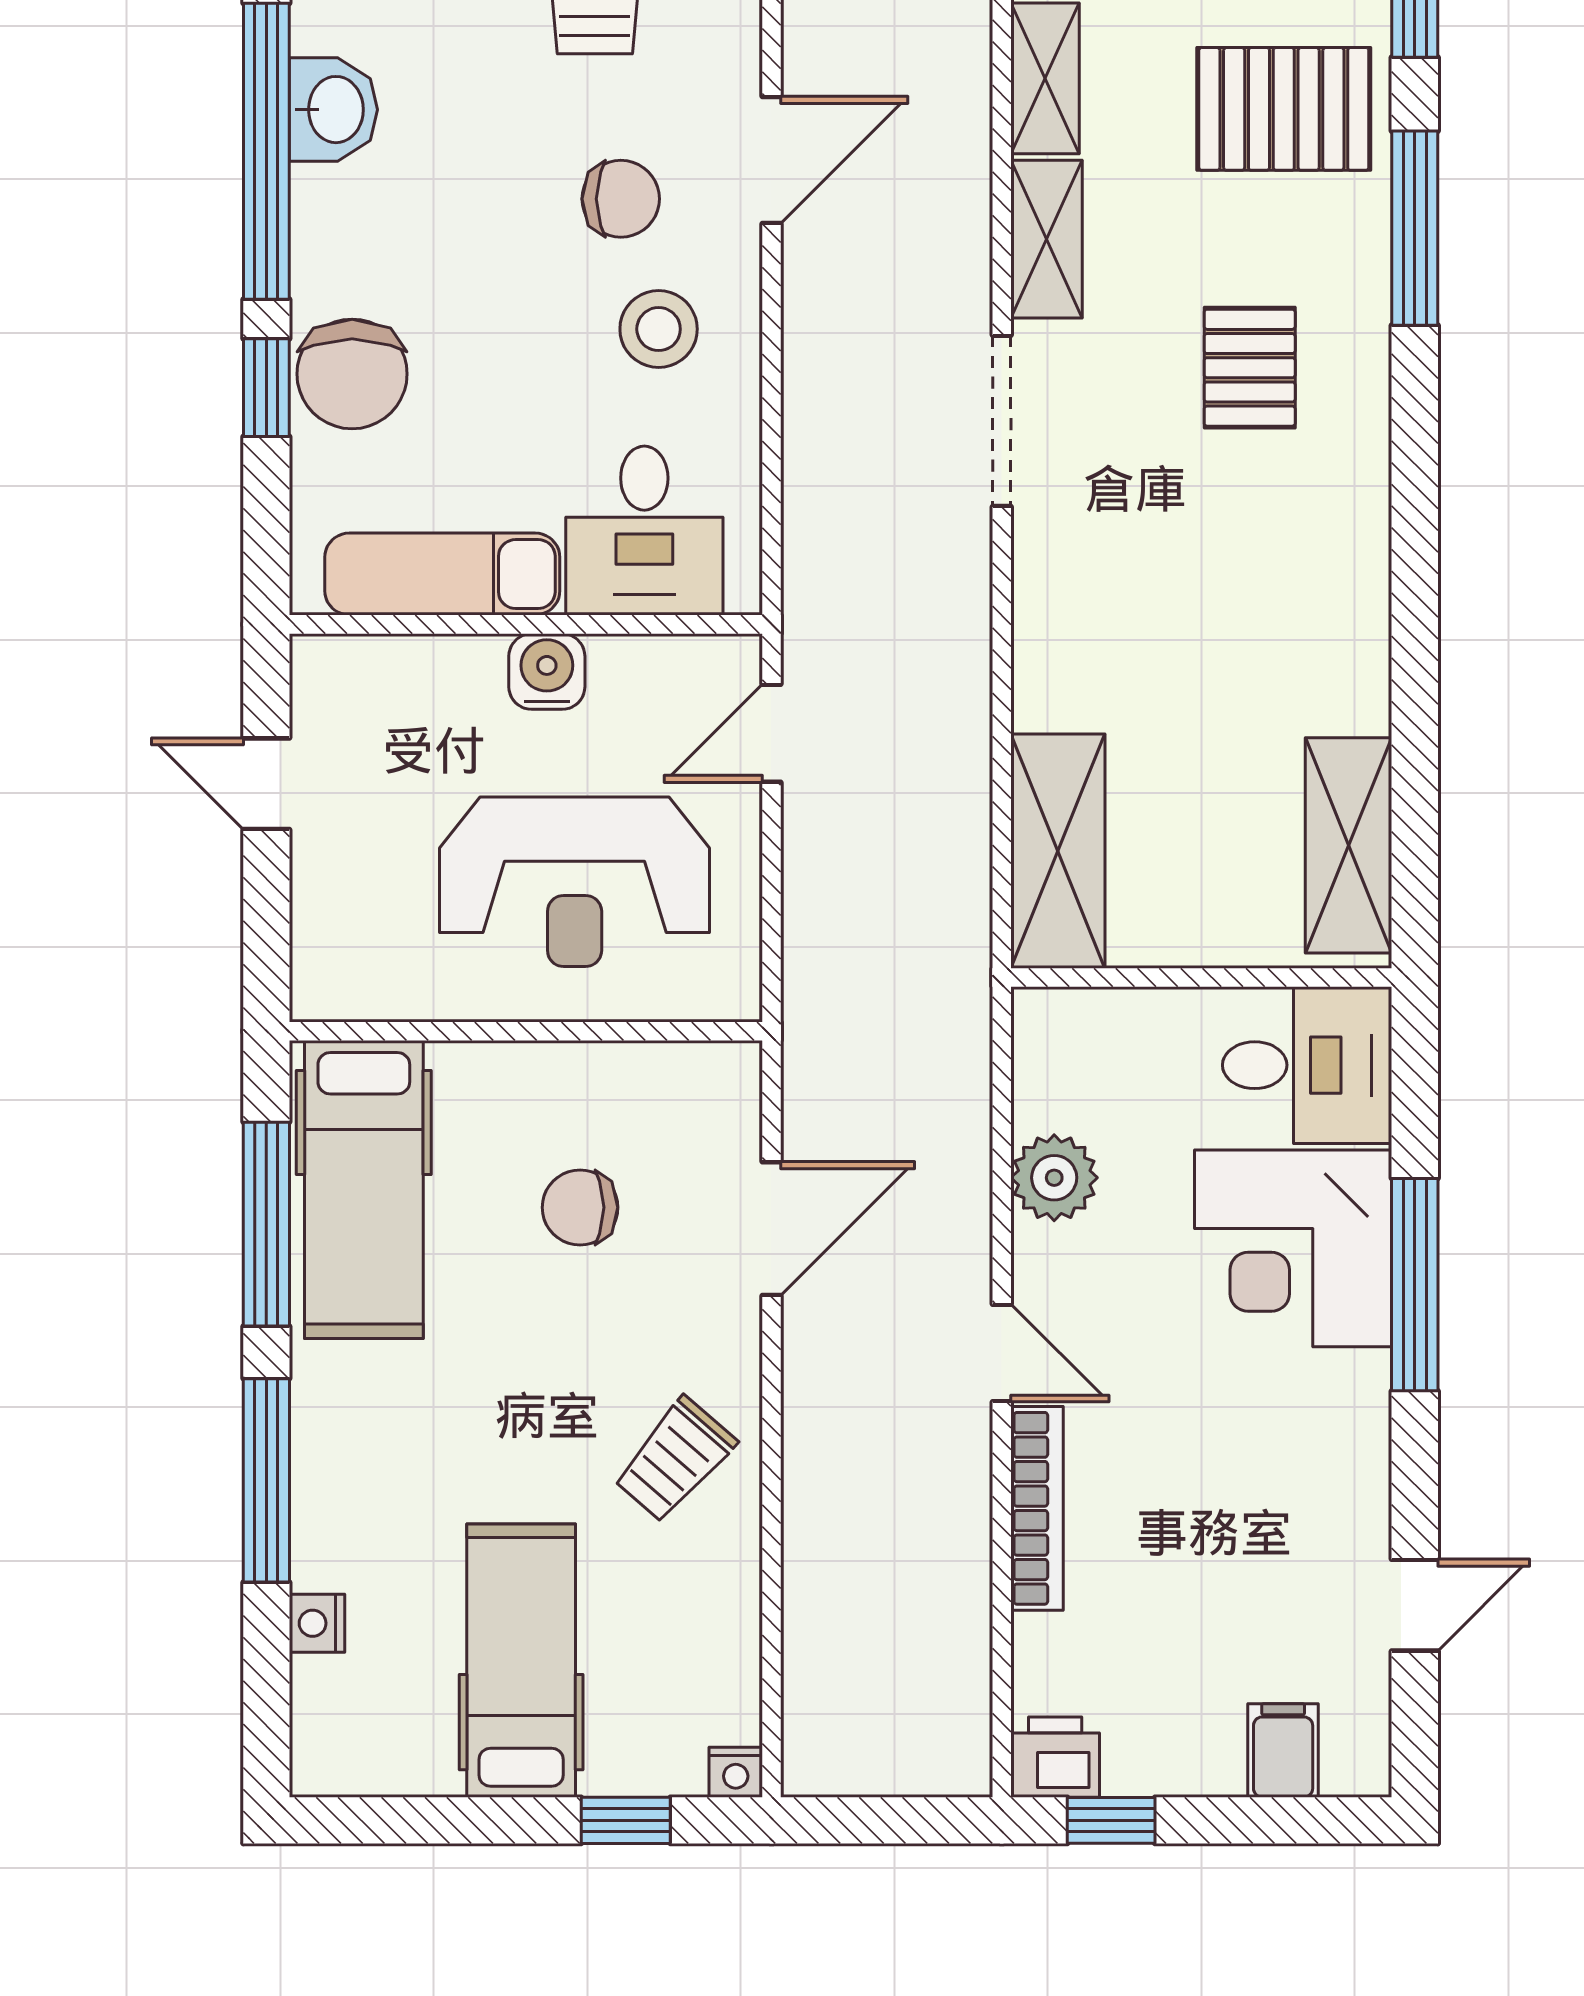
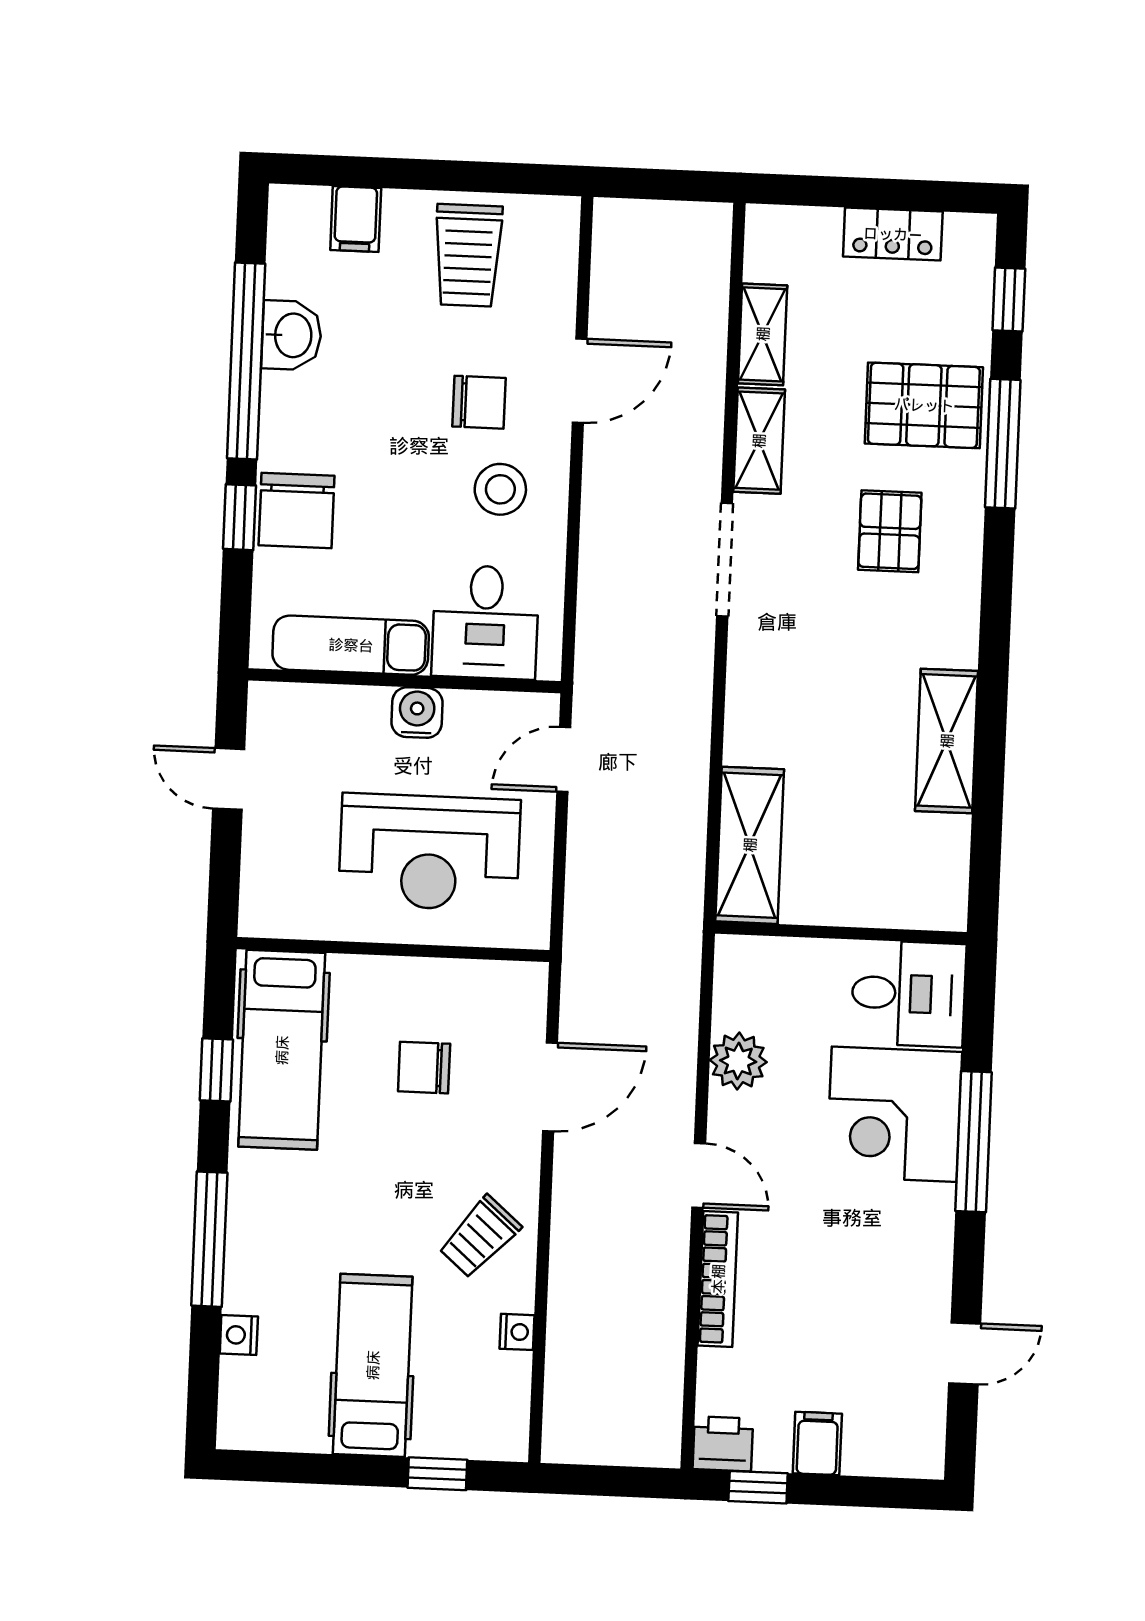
pallet: (1284, 109) -> (924, 405), moved
shelving: (1349, 845) -> (947, 741), moved
window: (266, 1224) -> (216, 1070), width x0.46
filing cabinet: (1283, 1751) -> (817, 1443), moved
nightstand: (736, 1772) -> (517, 1332), moved, turned -90

